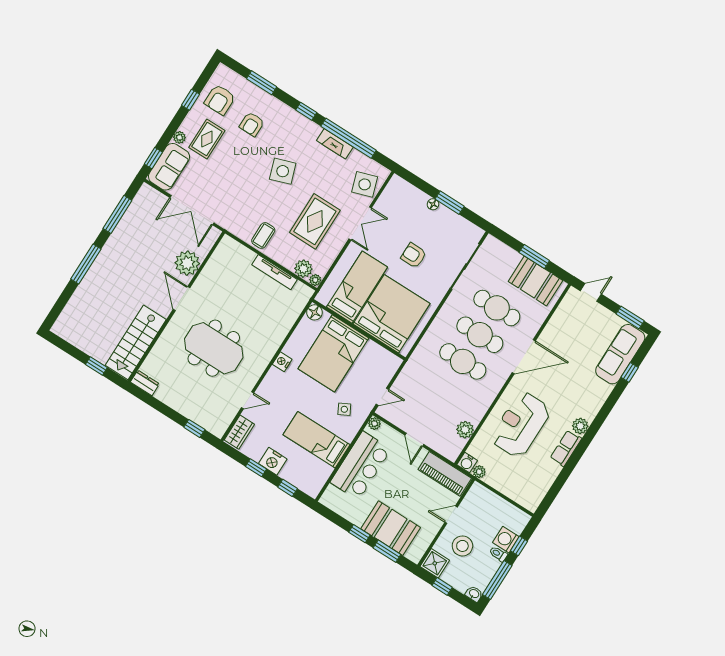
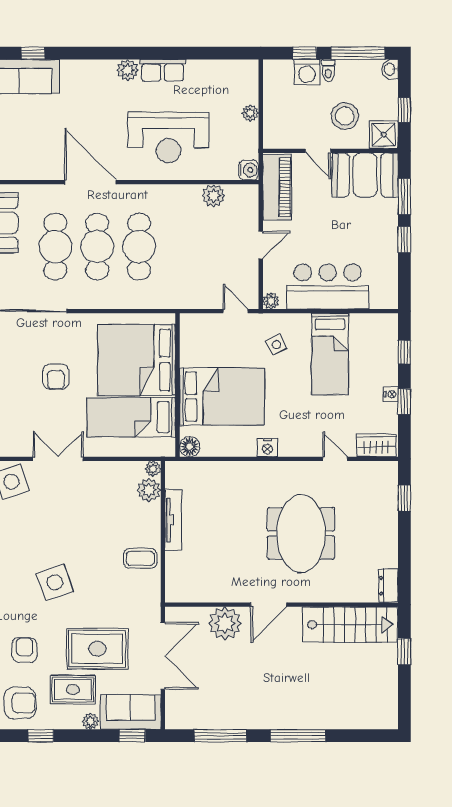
armchair: (252, 124) -> (24, 650), turned -90
rug: (315, 221) -> (97, 649), moved
nightstand: (273, 461) -> (391, 394), width x0.53, depth x0.56
plant: (479, 472) -> (250, 113), moved
booth: (391, 528) -> (365, 175), moved, turned 90

